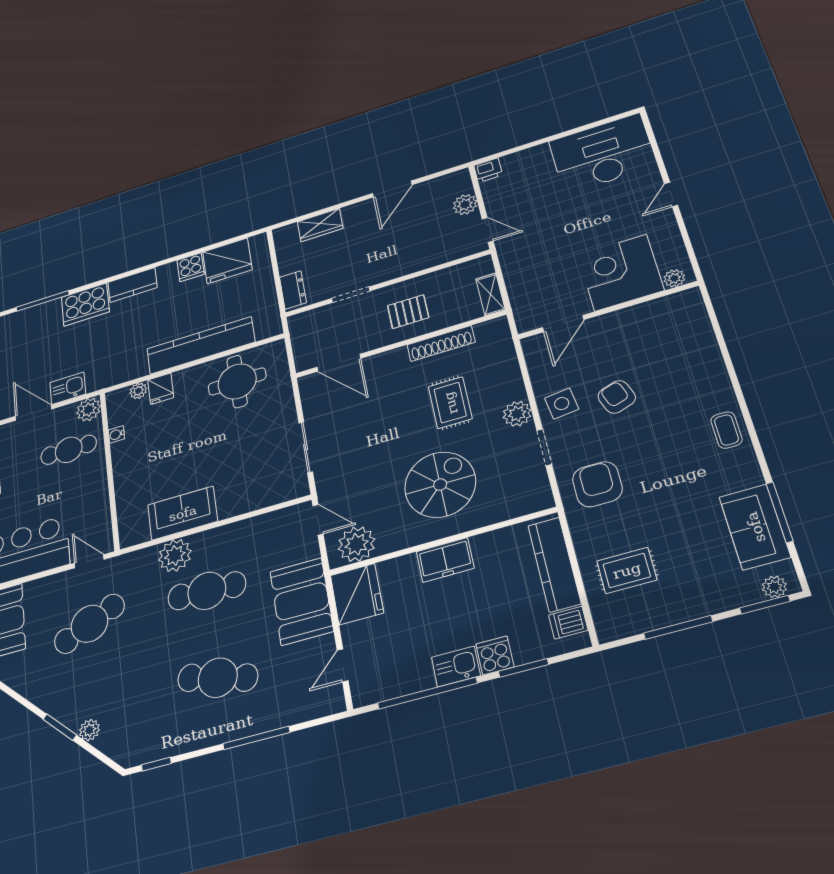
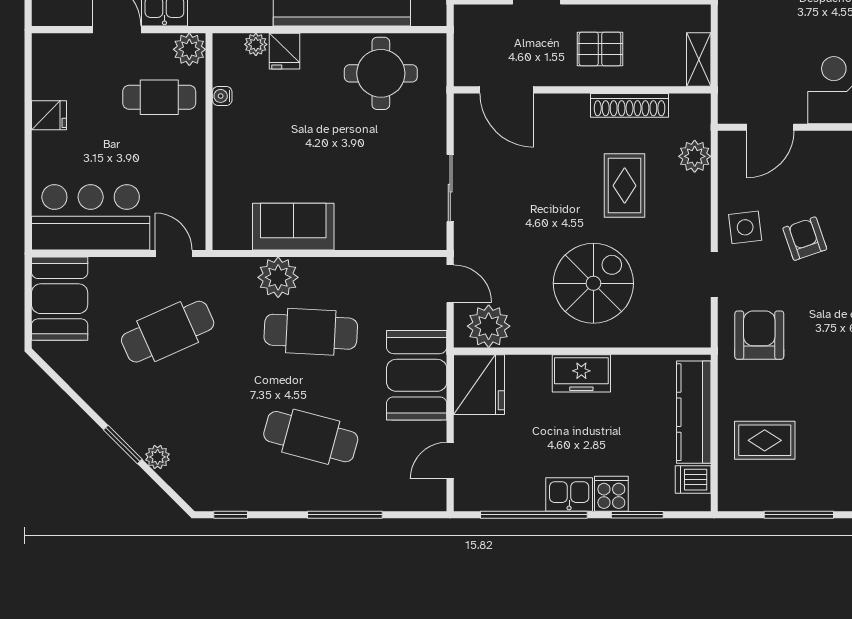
plant: (517, 414) -> (695, 156), moved

